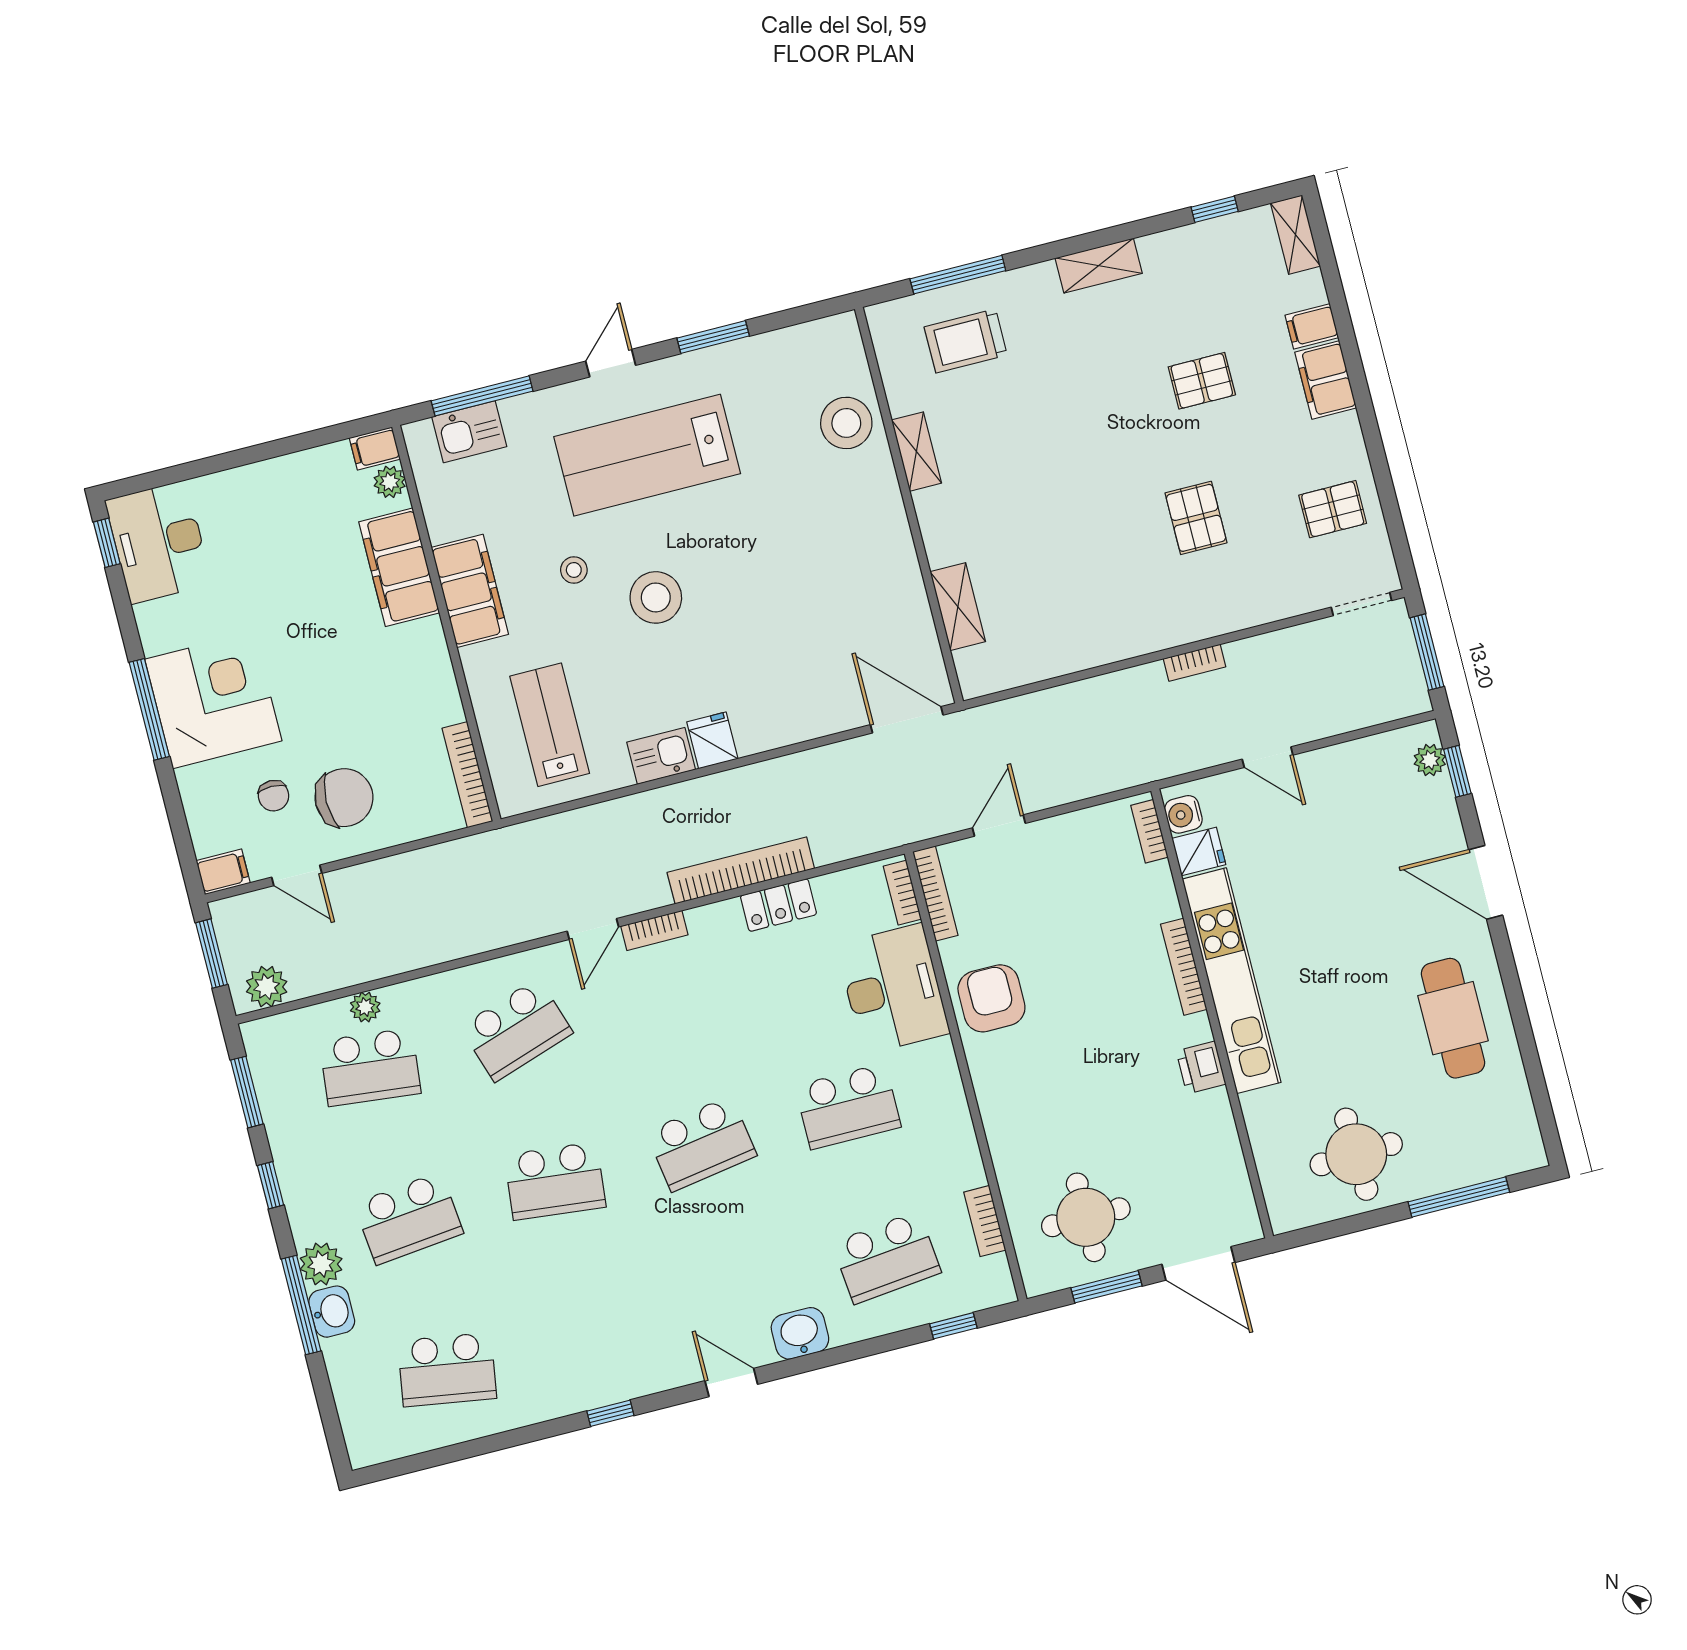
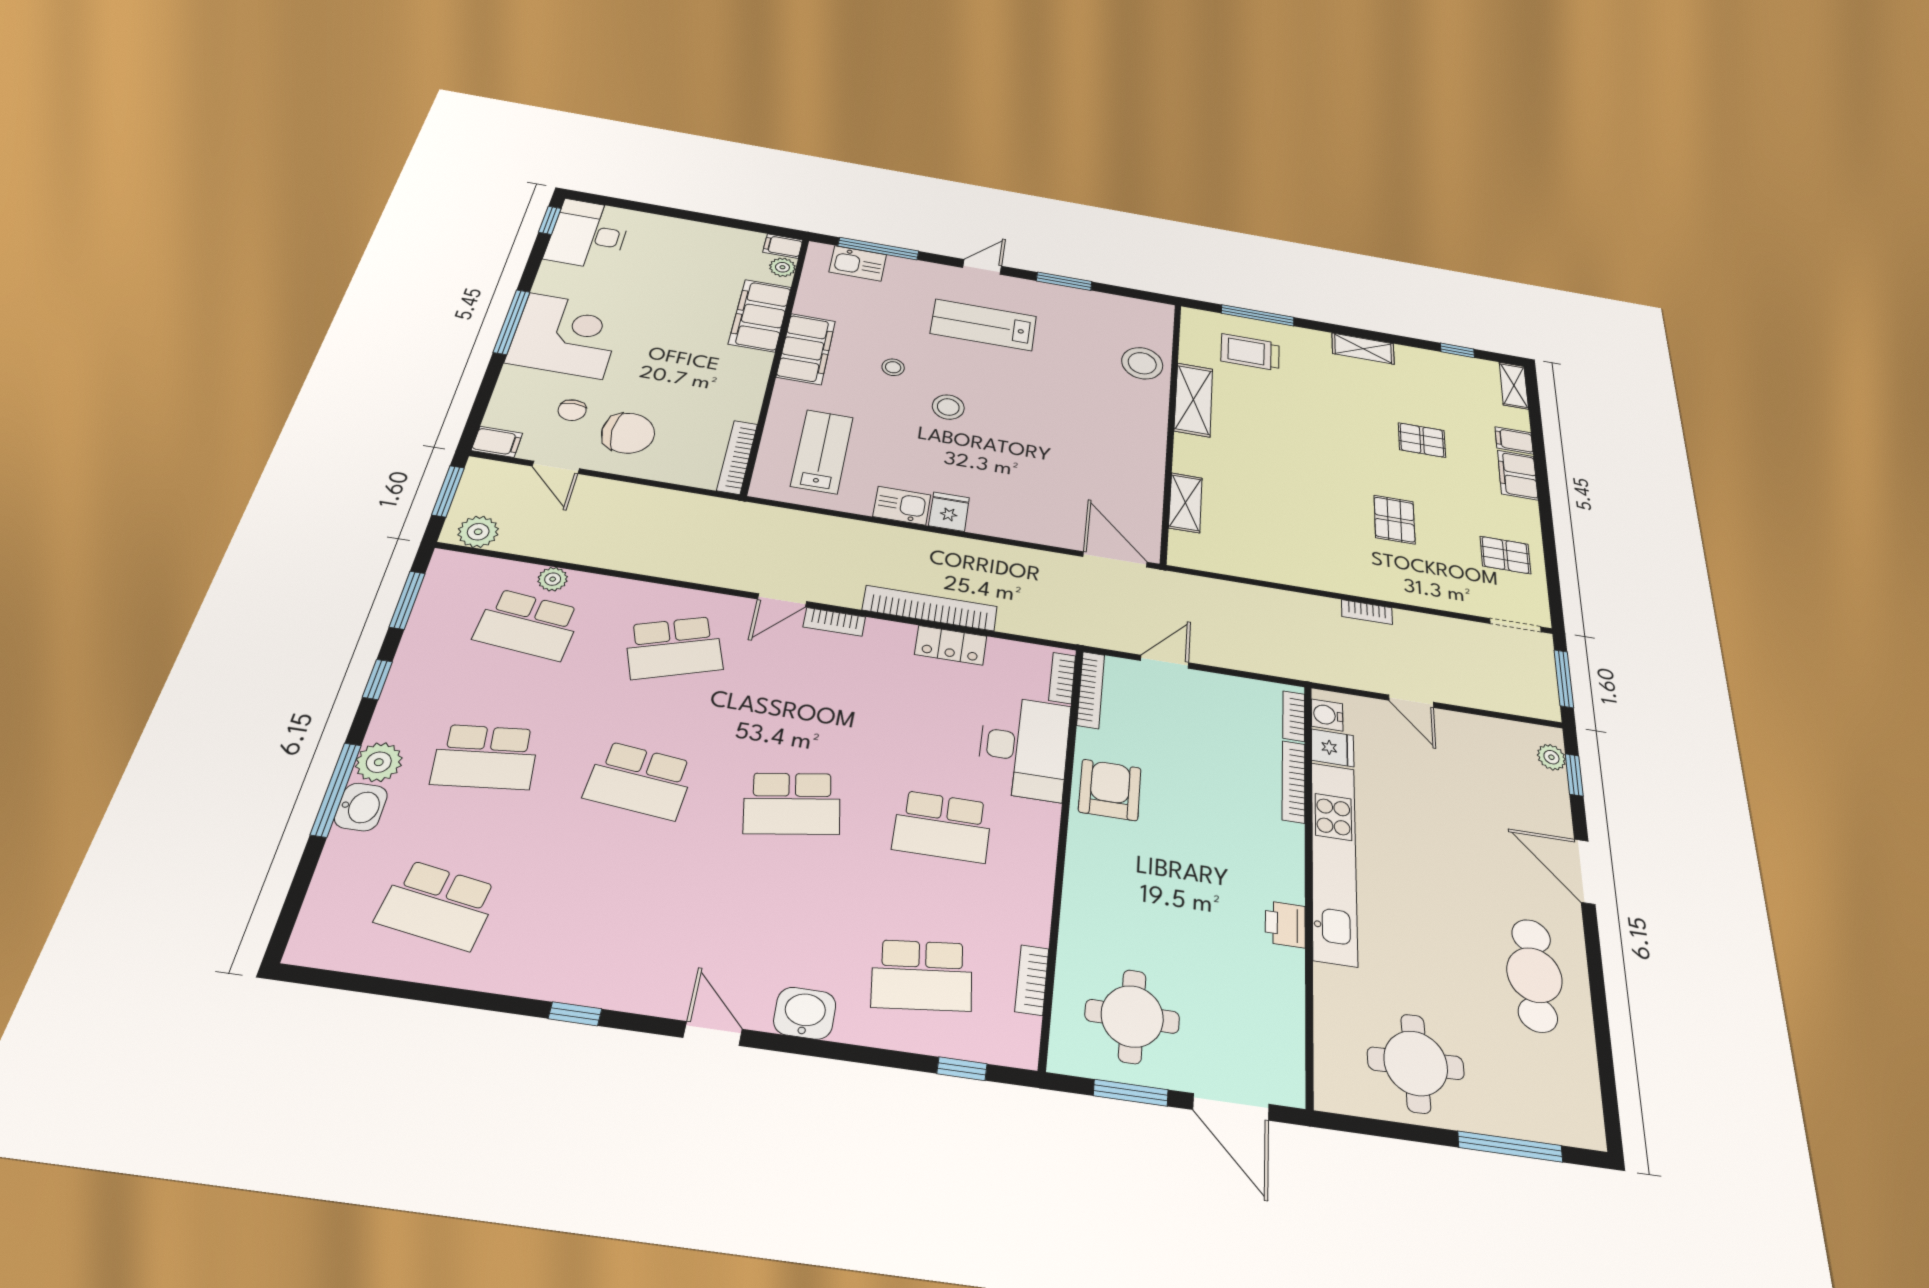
shelving: (916, 452) -> (1193, 400), width x1.50, depth x1.33
lab bench: (647, 455) -> (983, 325), width x0.73, depth x0.72
stool: (656, 597) -> (948, 407), width x0.73, depth x0.73
bookcase: (1184, 967) -> (1293, 782), moved

